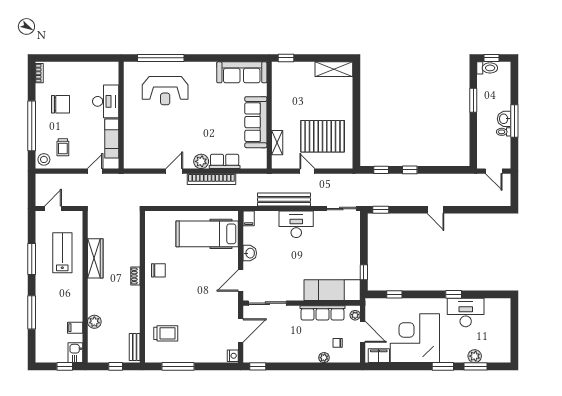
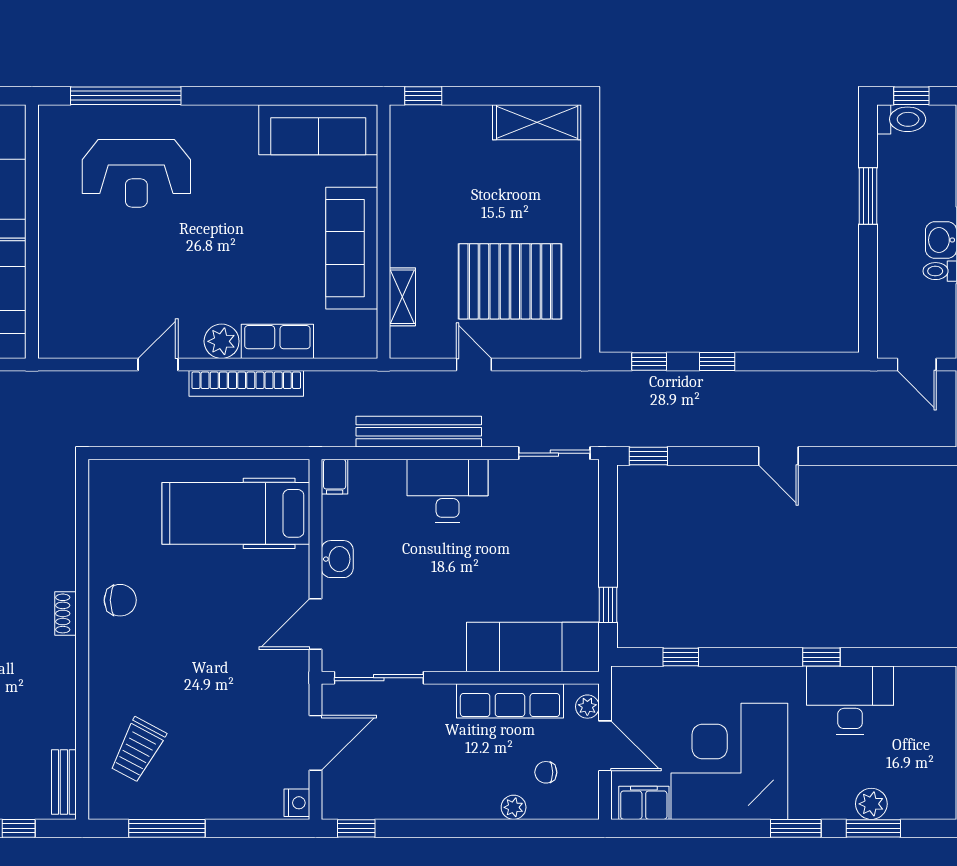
trolley: (166, 333) -> (138, 750), turned 118

